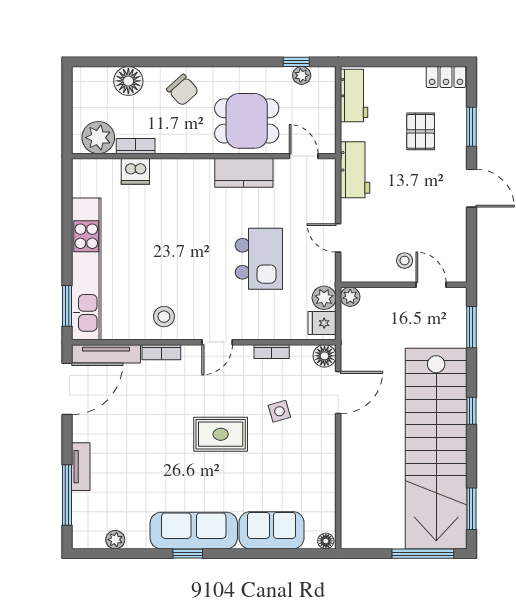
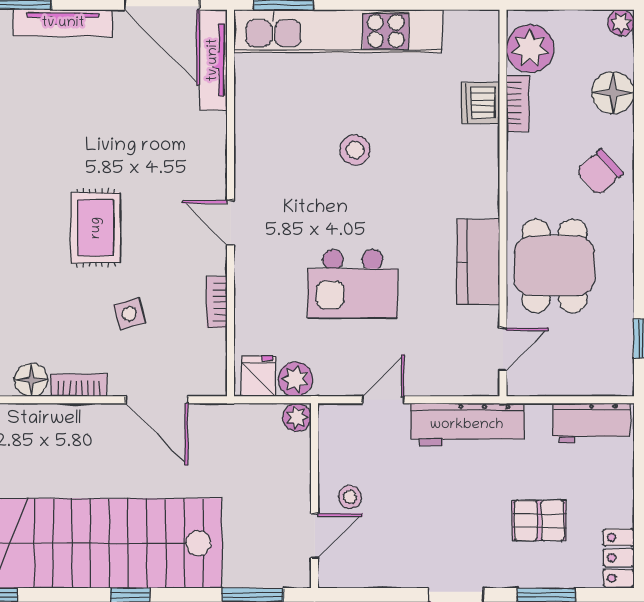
plant: (302, 75) -> (621, 23), moved
workbench: (355, 170) -> (467, 425), width x1.38
stool: (164, 317) -> (355, 150), moved
bookcase: (161, 352) -> (79, 385), moved, turned 90
floor lamp: (325, 356) -> (31, 380), moved
tv unit: (81, 467) -> (63, 23), width x1.41

